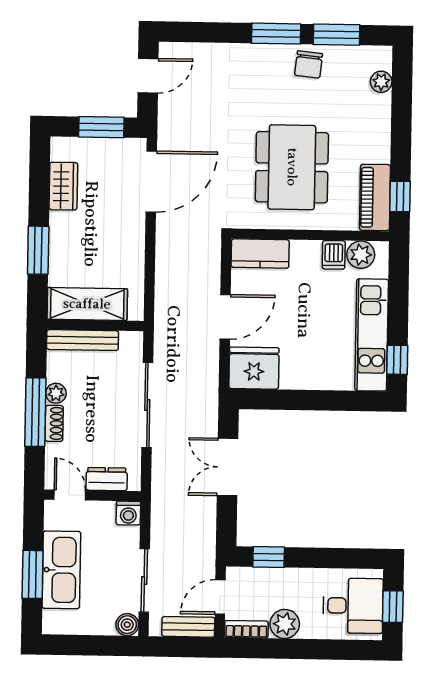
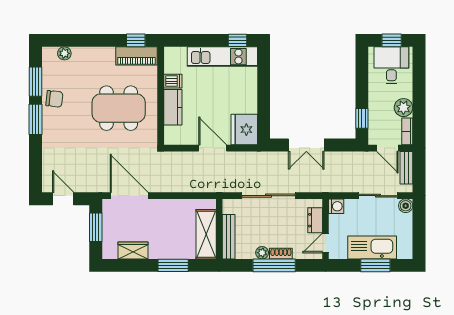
kitchen counter: (260, 254) -> (173, 107), moved
plant: (361, 255) -> (172, 64), removed

